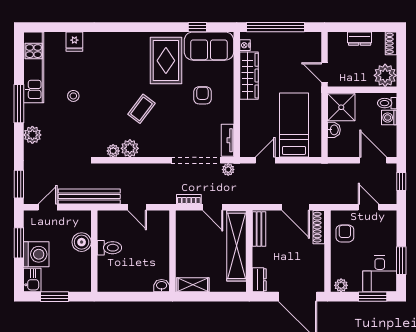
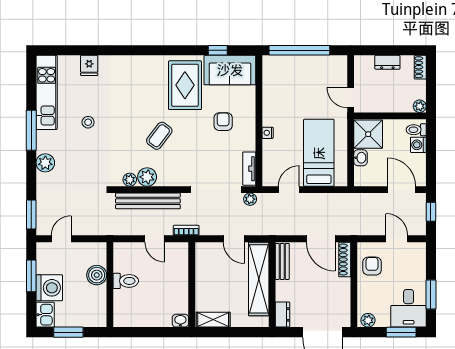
nightstand: (245, 45) -> (268, 133), moved
plant: (385, 75) -> (420, 106), width x0.53, depth x0.53
wardrobe: (249, 76) -> (272, 101), removed
bench: (89, 197) -> (148, 201), moved
bookcase: (189, 199) -> (186, 230), moved

